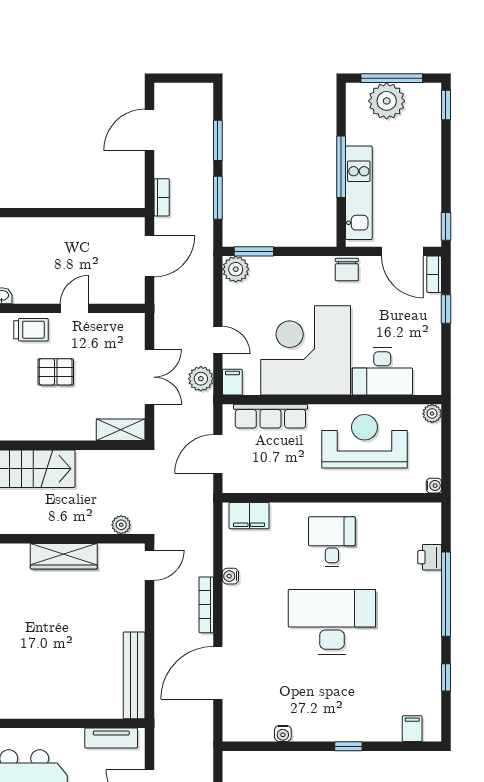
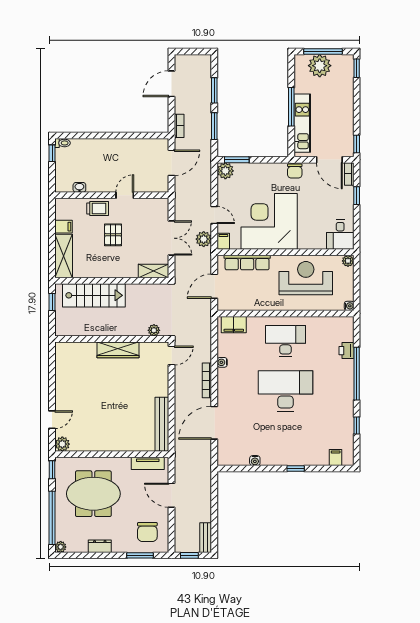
pallet: (56, 372) -> (113, 235), turned 90
desk: (382, 372) -> (340, 235), moved, width x0.73
desk: (332, 542) -> (285, 341), width x1.37

